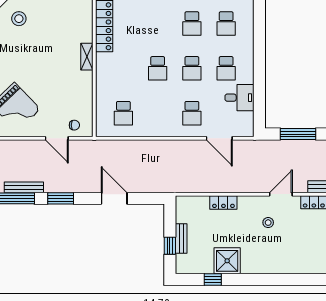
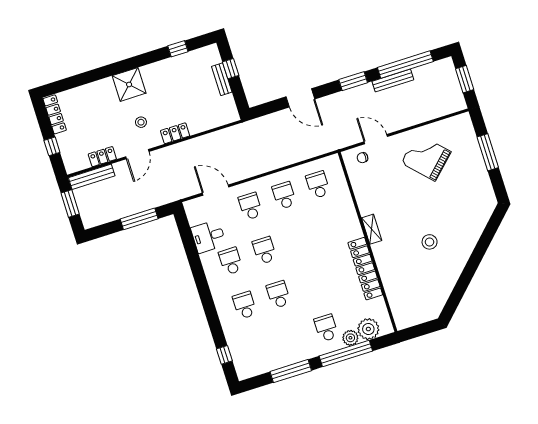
stool: (19, 19) -> (430, 242), moved
school desk: (158, 68) -> (284, 196), moved
locker: (223, 202) -> (175, 133), moved
shower: (227, 261) -> (129, 84), moved

